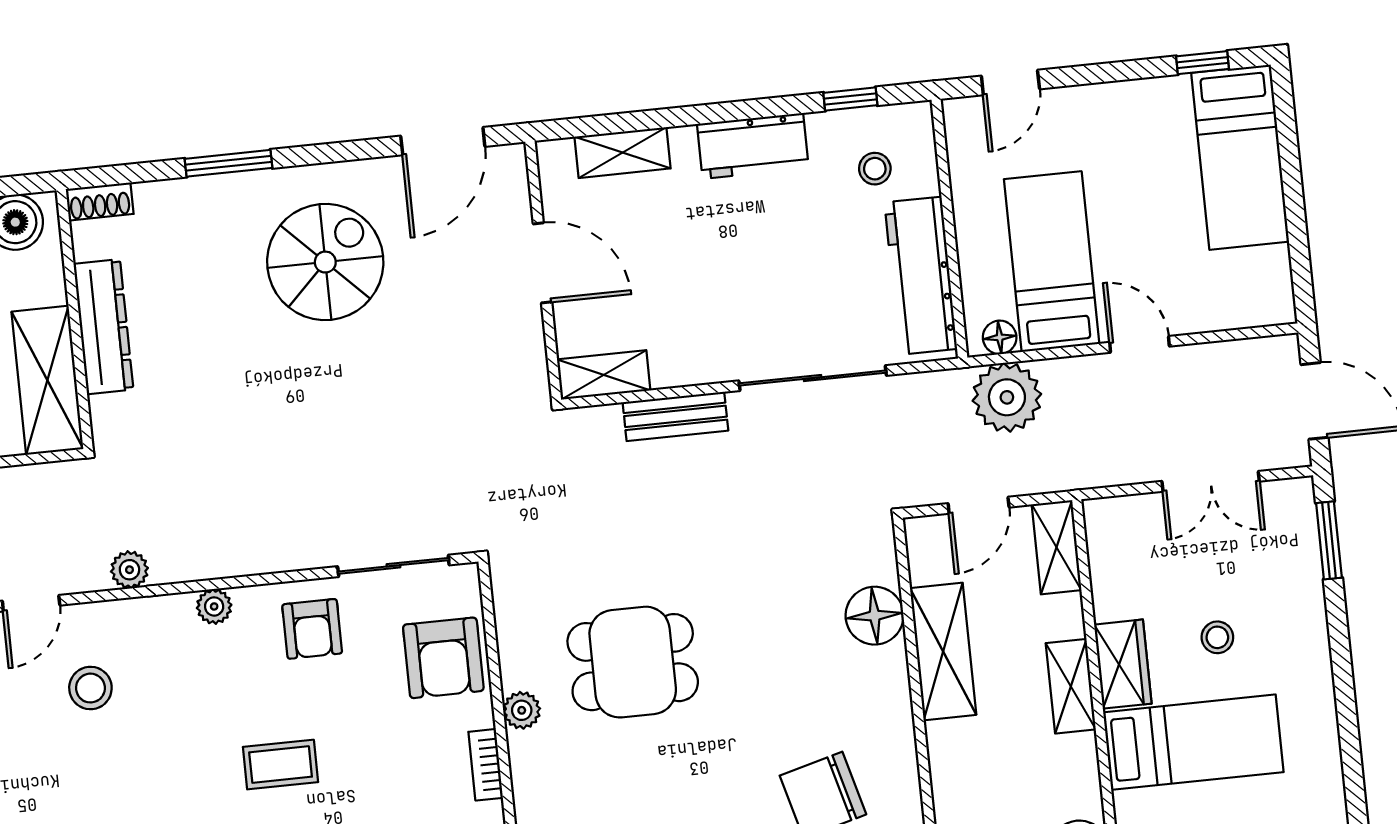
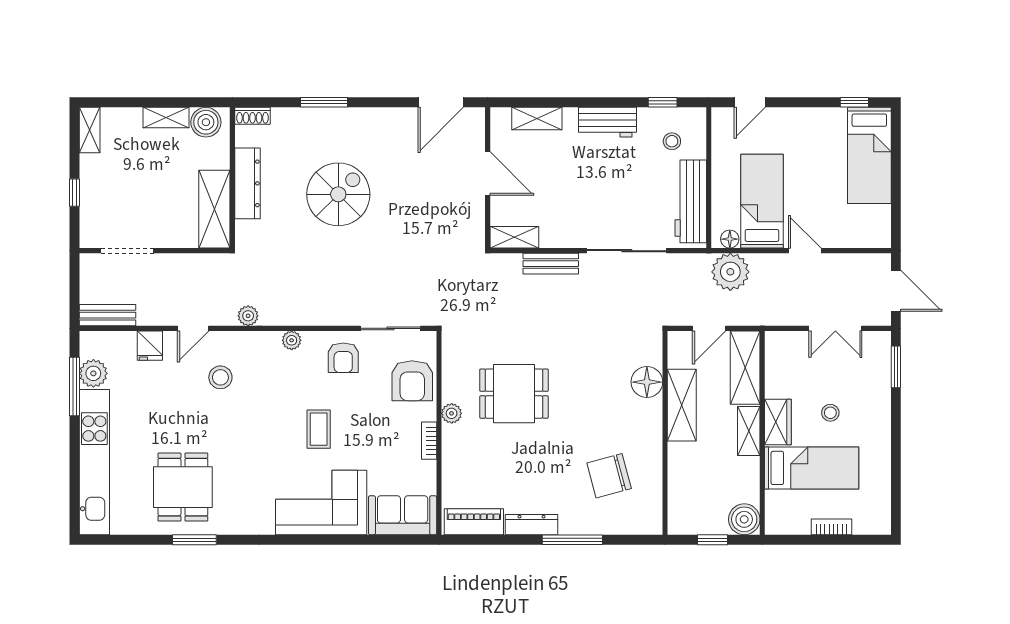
spiral stairs: (325, 262) -> (338, 194), moved
shelving: (1057, 547) -> (745, 368), width x1.50, depth x1.33
coffee table: (281, 765) -> (319, 429), turned 90

